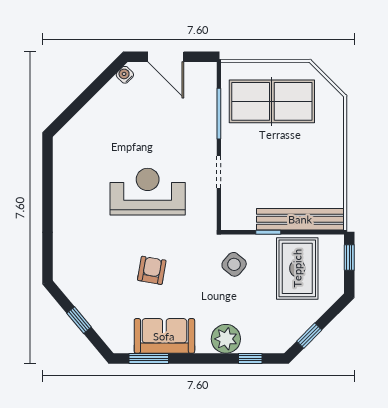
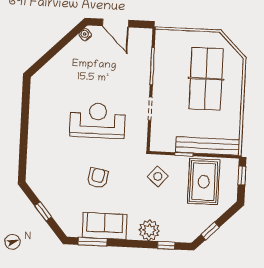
table tennis table: (272, 101) -> (206, 79), moved, turned 90

